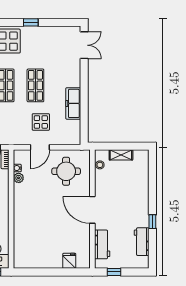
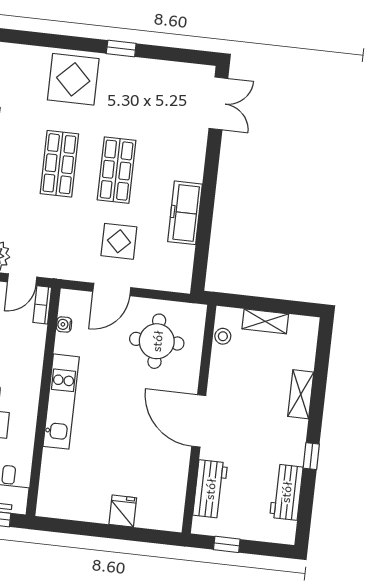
plant: (19, 178) -> (64, 344), removed
shelving: (143, 190) -> (301, 394), added
kitchen unit: (20, 208) -> (61, 402), added
fridge: (69, 261) -> (123, 511), moved

